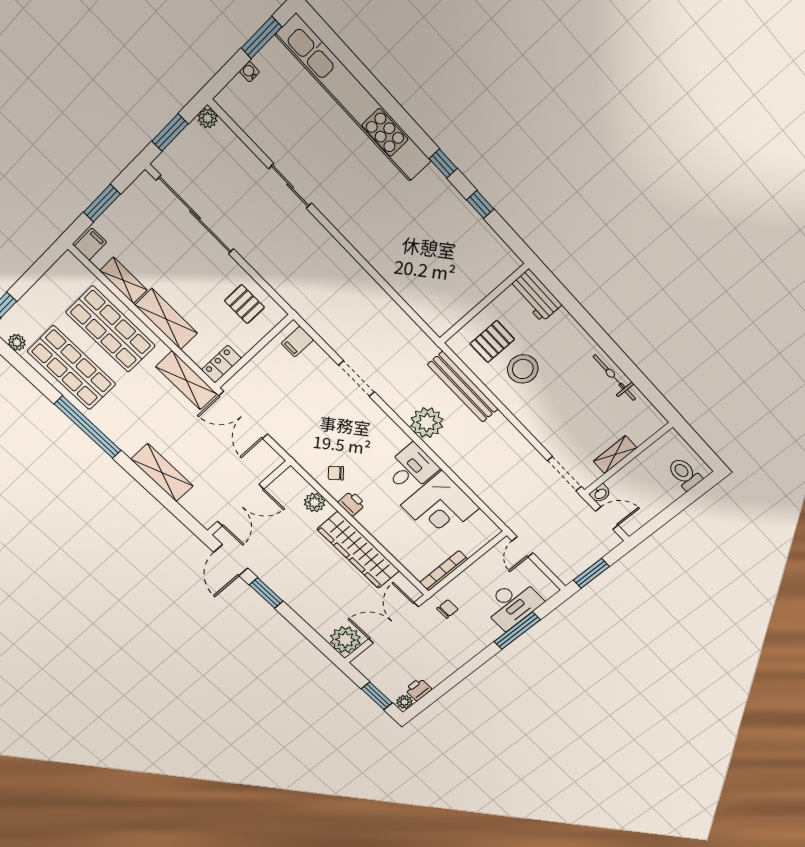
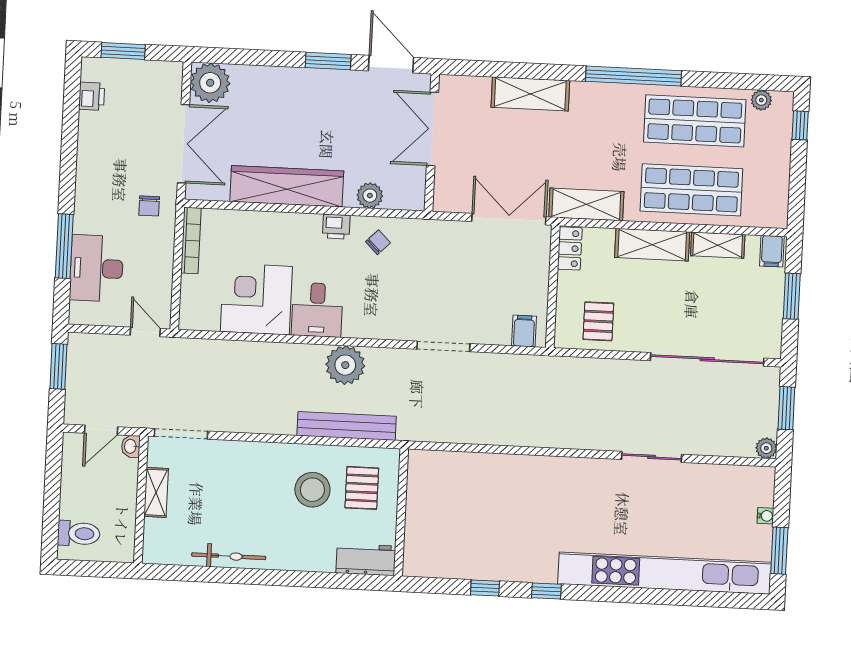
pallet: (244, 304) -> (598, 321), turned 90
plant: (404, 702) -> (91, 70), removed

